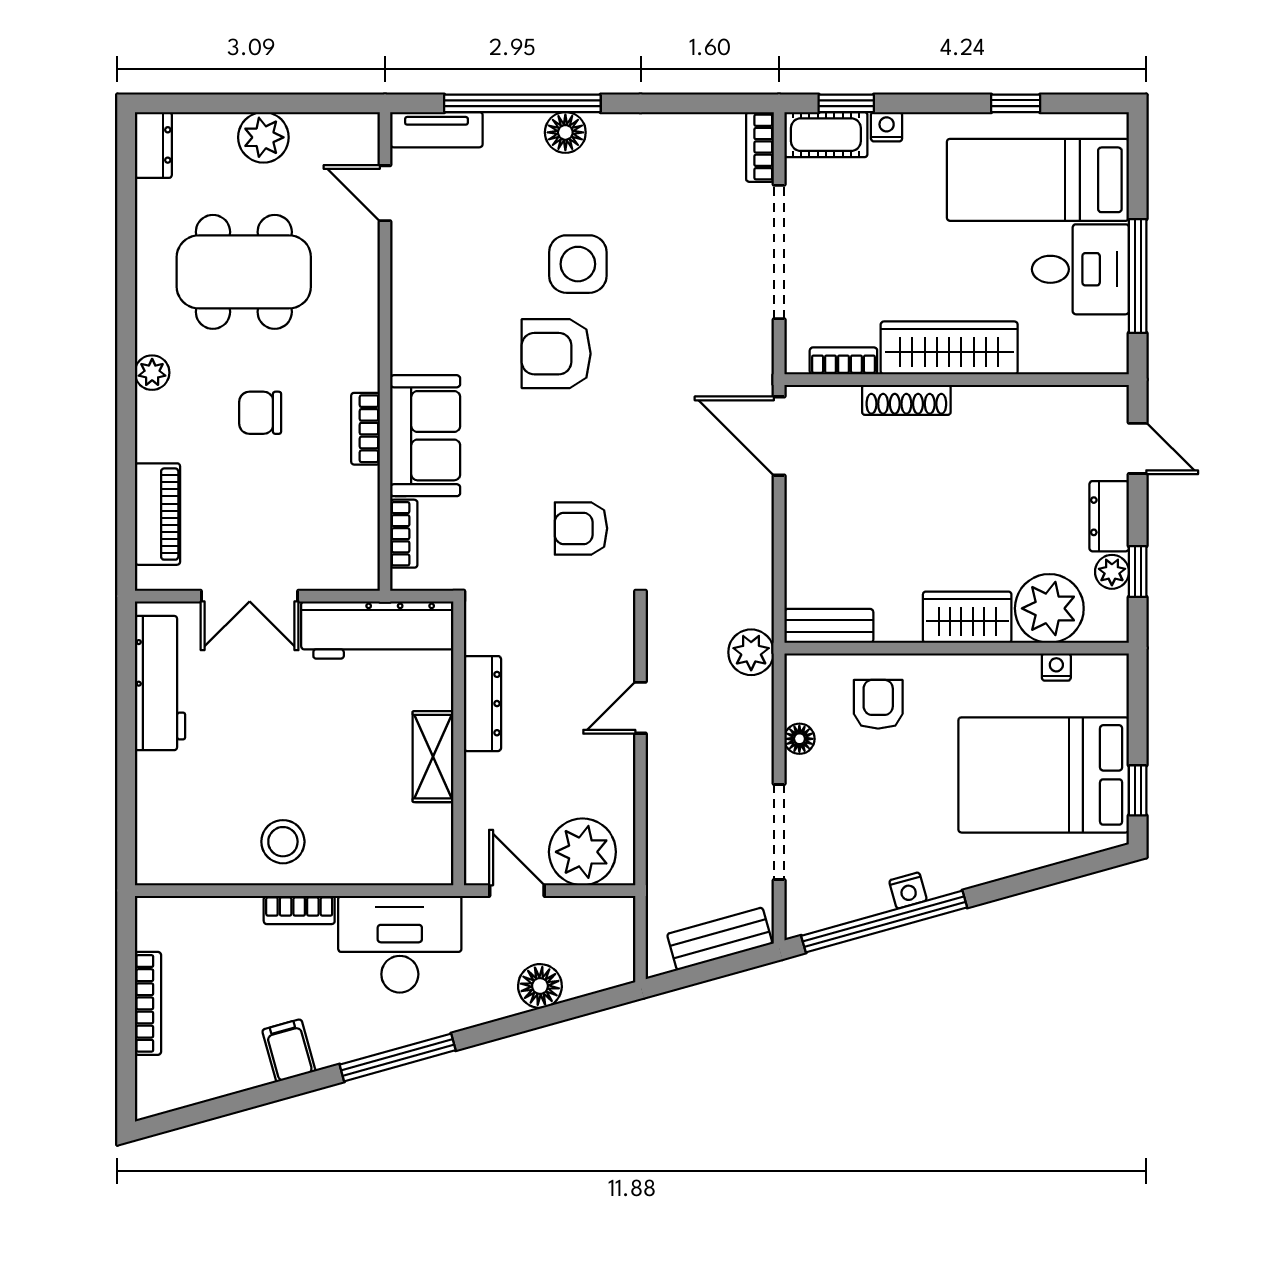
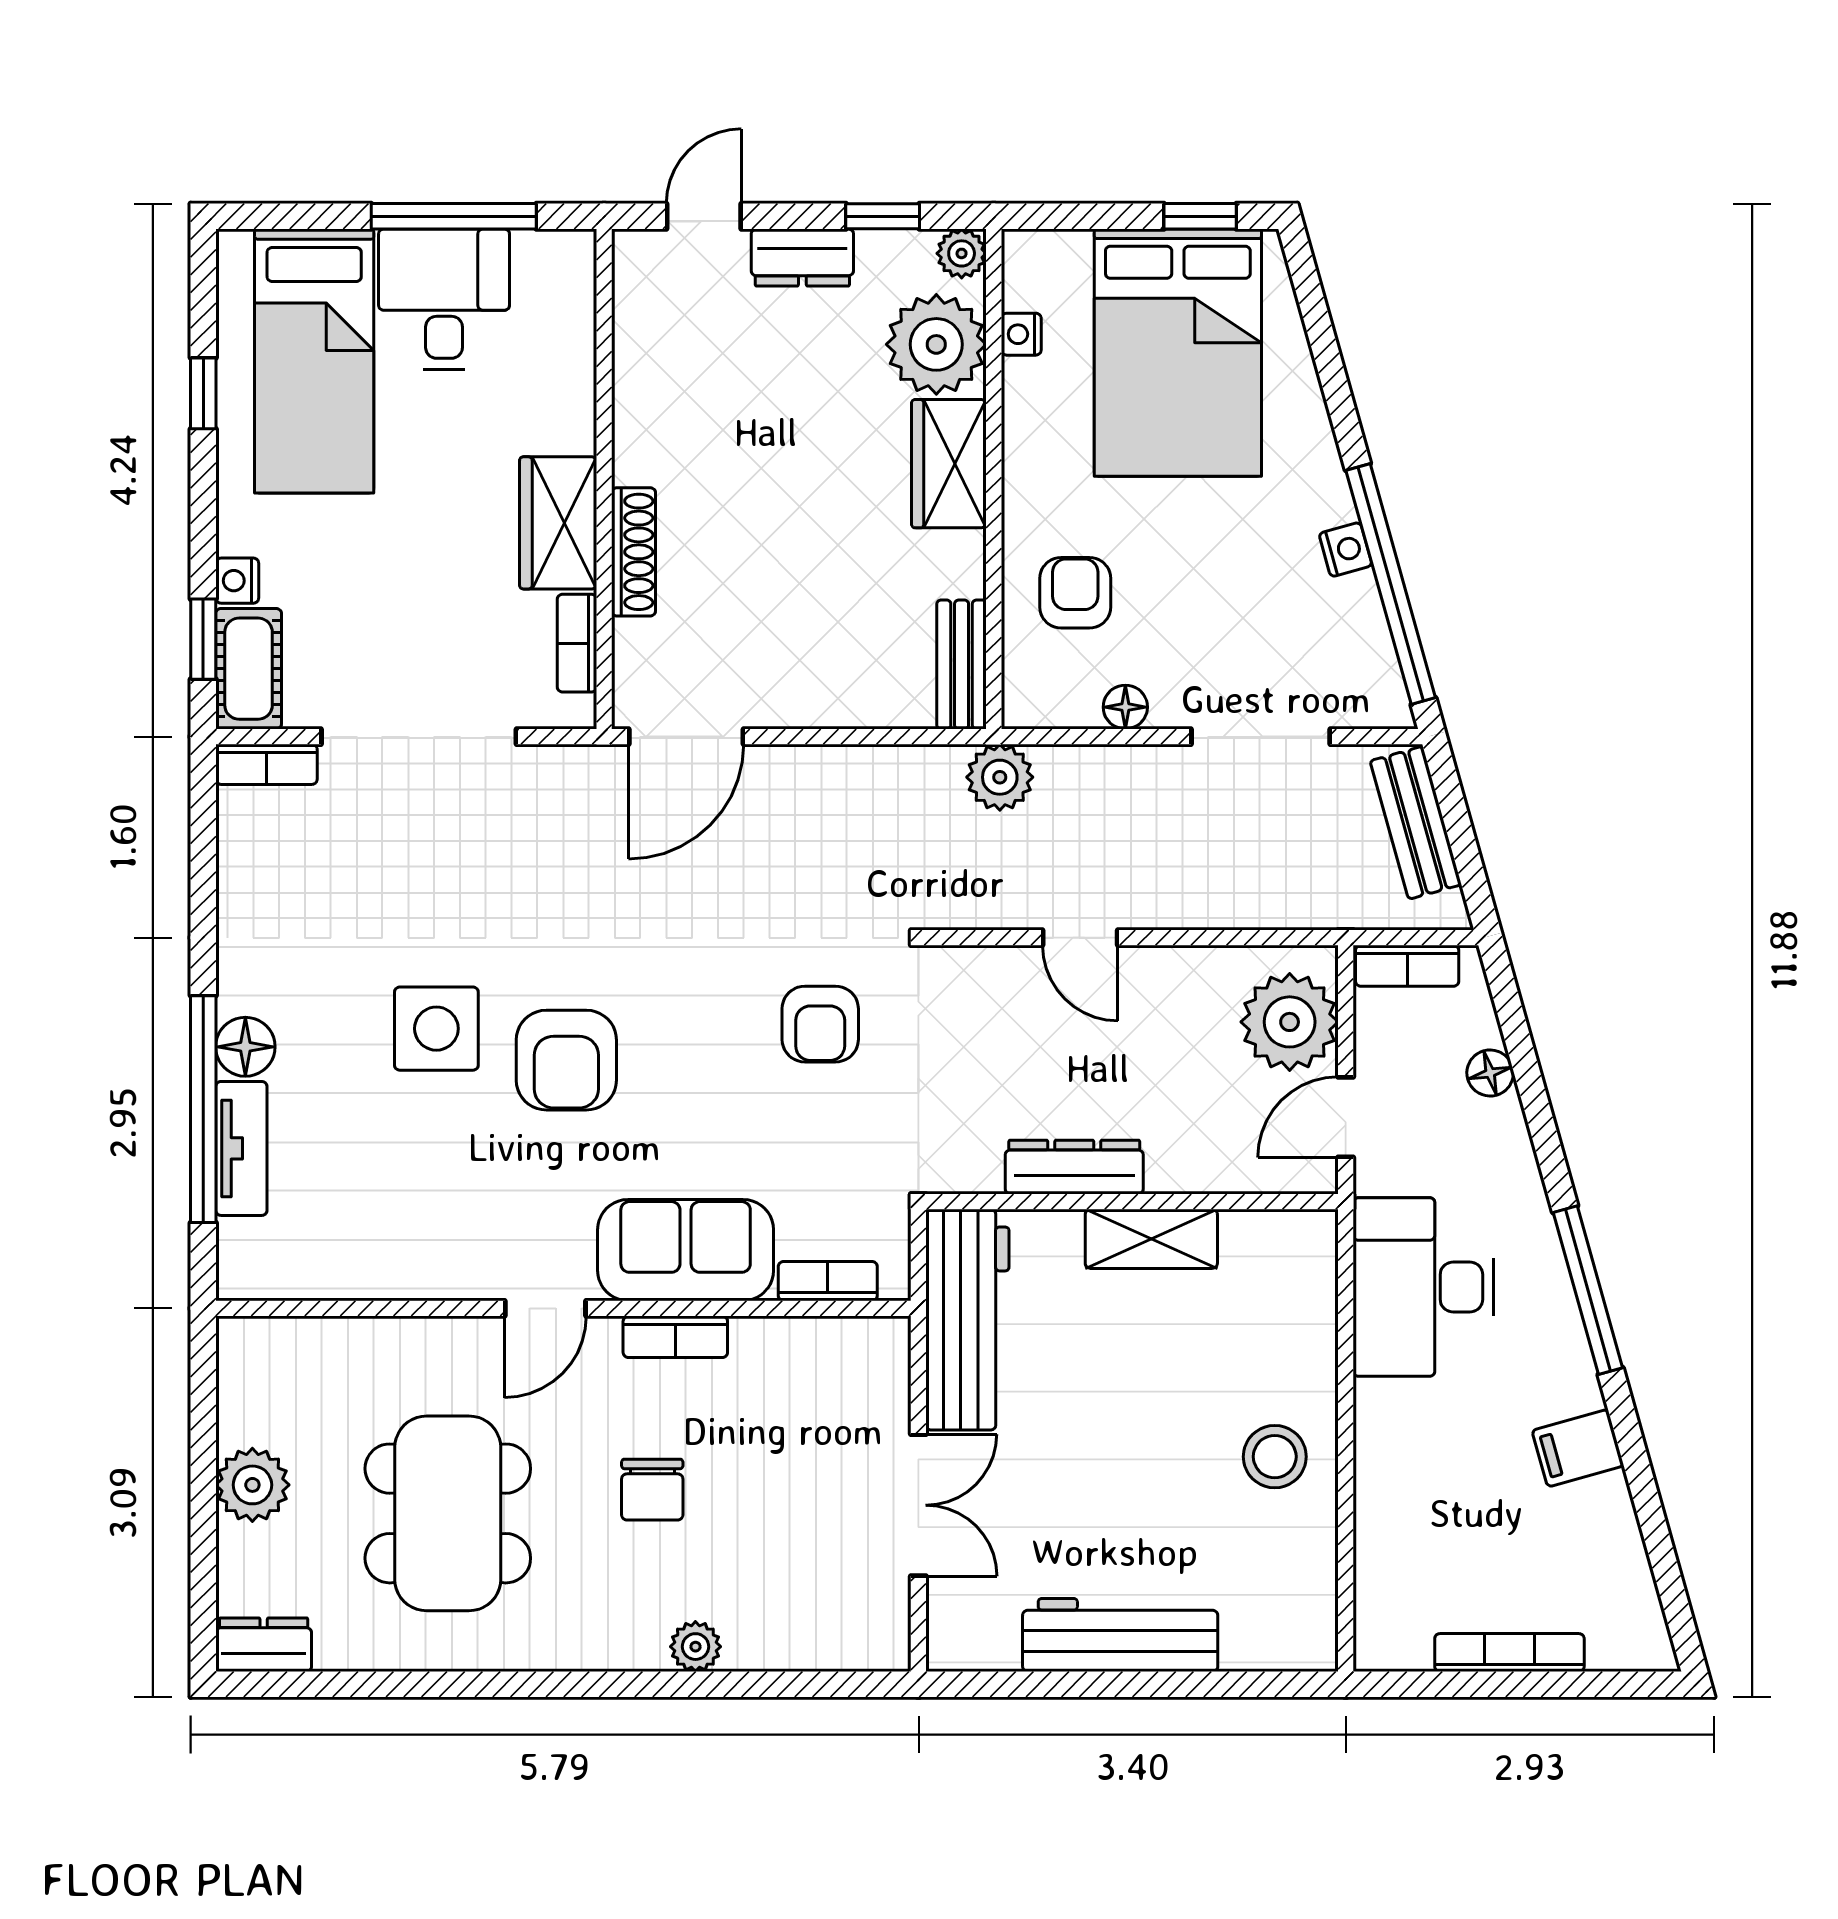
tv unit: (436, 130) -> (241, 1148), moved
door: (385, 193) -> (545, 1308), moved
wardrobe: (949, 348) -> (558, 523), width x0.67
plant: (152, 373) -> (695, 1647), moved
piano: (157, 514) -> (799, 1639), removed
plant: (1112, 572) -> (962, 253), moved
workbench: (160, 683) -> (1120, 1635), moved
armchair: (878, 704) -> (1075, 593), turned 90
bookcase: (299, 910) -> (1407, 966), moved, turned 90
floor lamp: (540, 986) -> (1490, 1073), width x0.73, depth x0.73

